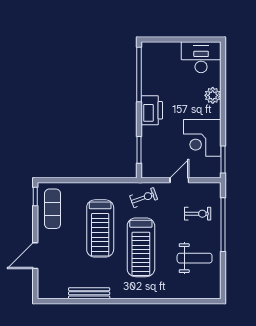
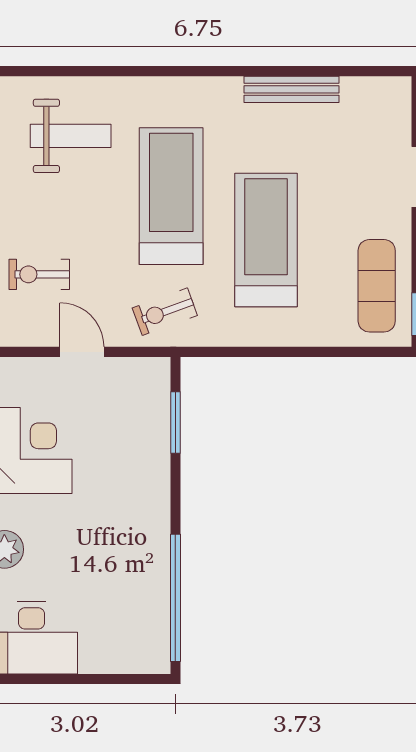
printer: (152, 110) -> (146, 515), removed
door: (179, 180) -> (82, 352), swing flipped
weight bench: (195, 258) -> (71, 136), moved, turned 180

